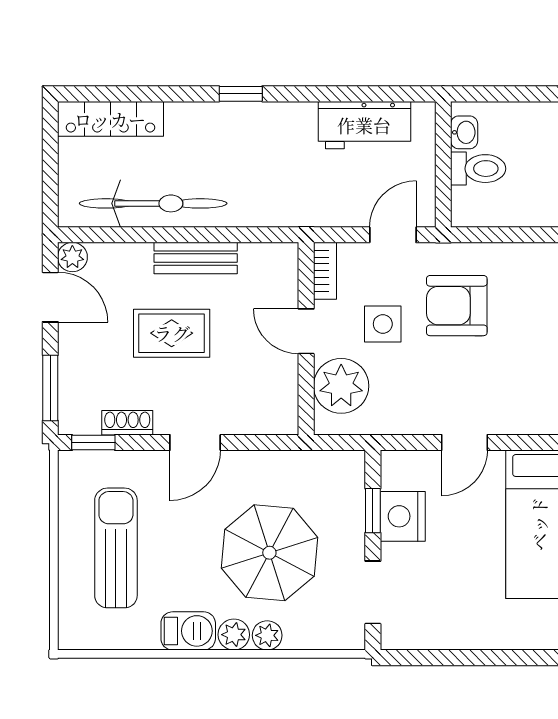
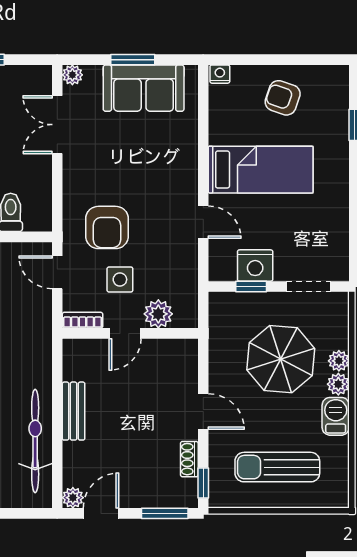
rug: (172, 333) -> (126, 428), removed
plant: (341, 386) -> (158, 314), width x0.73, depth x0.73

